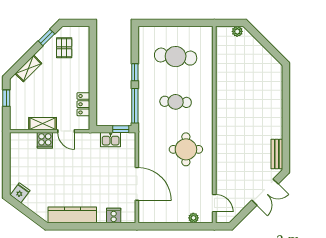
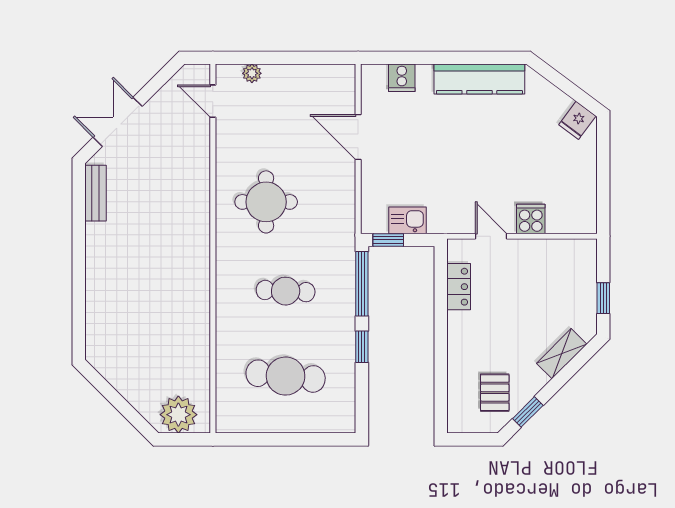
plant: (237, 31) -> (178, 415), width x1.88, depth x1.88
shelving: (43, 124) -> (535, 250), removed
door: (137, 184) -> (358, 137), width x0.73

